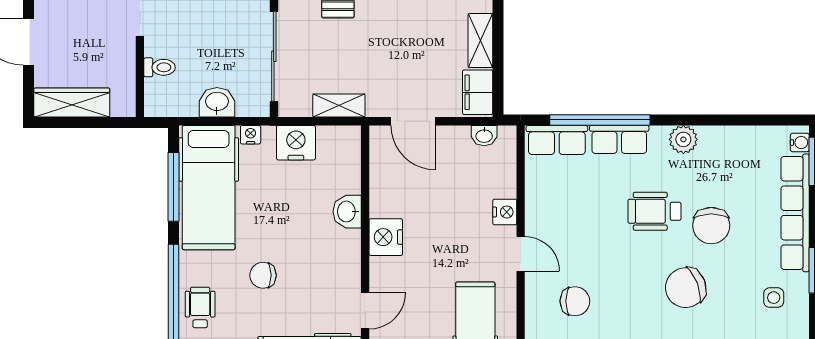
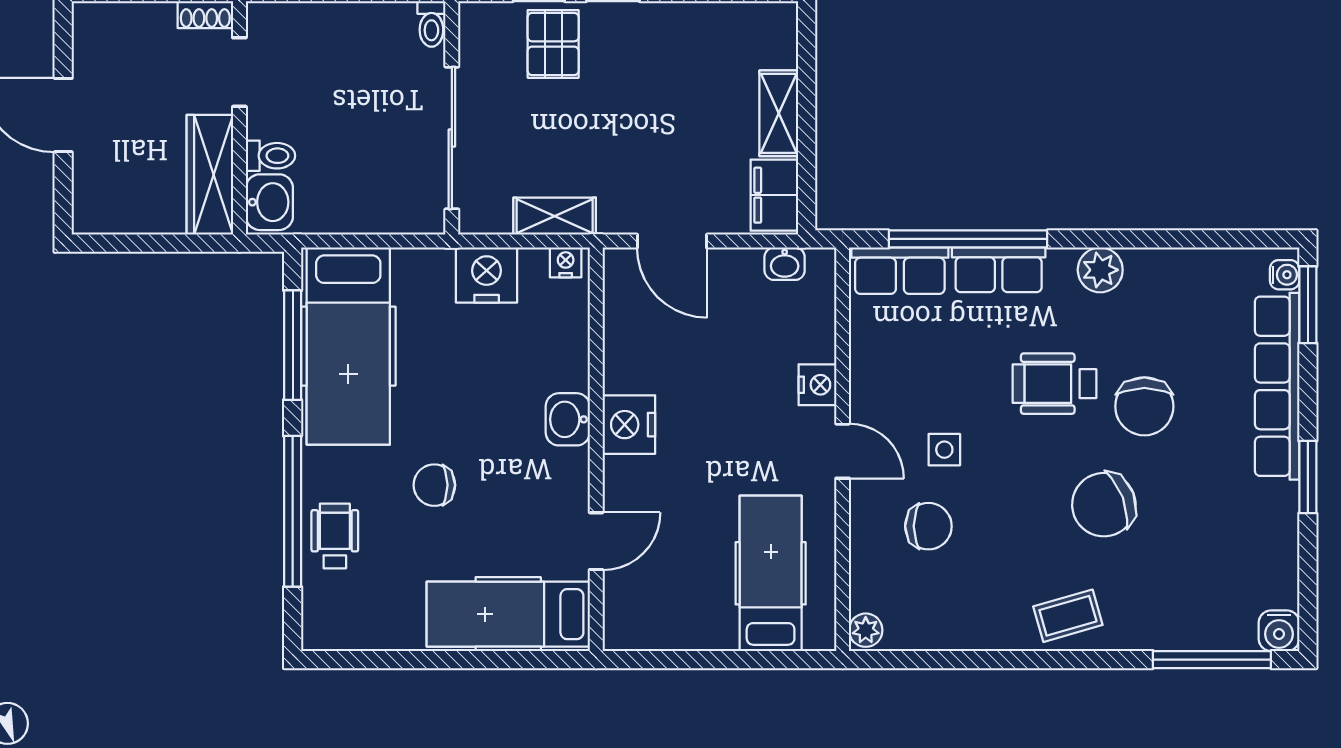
washbasin: (217, 102) -> (269, 202), moved, turned 90
wardrobe: (72, 103) -> (210, 175), moved, turned -90
nightstand: (251, 135) -> (566, 262), moved
washbasin: (347, 212) -> (568, 419), moved
side table: (774, 298) -> (944, 450), moved

